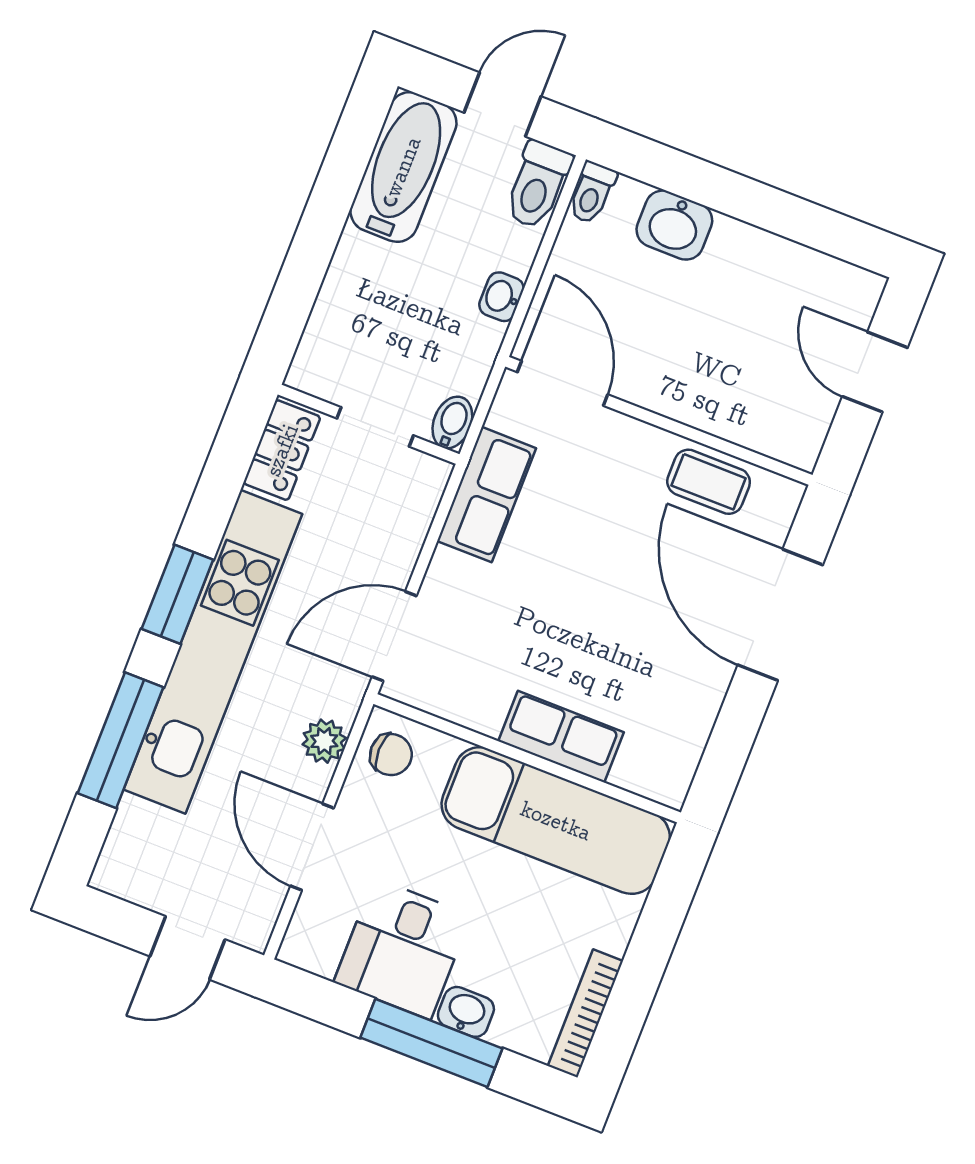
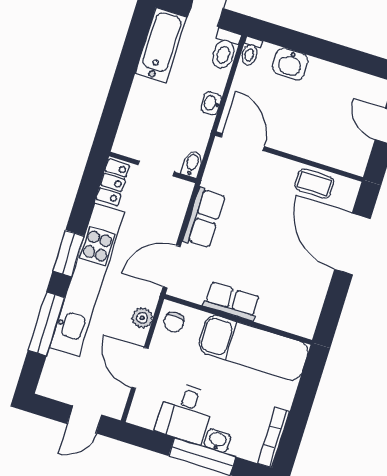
row of seats: (487, 495) -> (204, 218), moved
row of seats: (561, 737) -> (232, 301), moved
chair: (391, 755) -> (174, 322), turned 90

